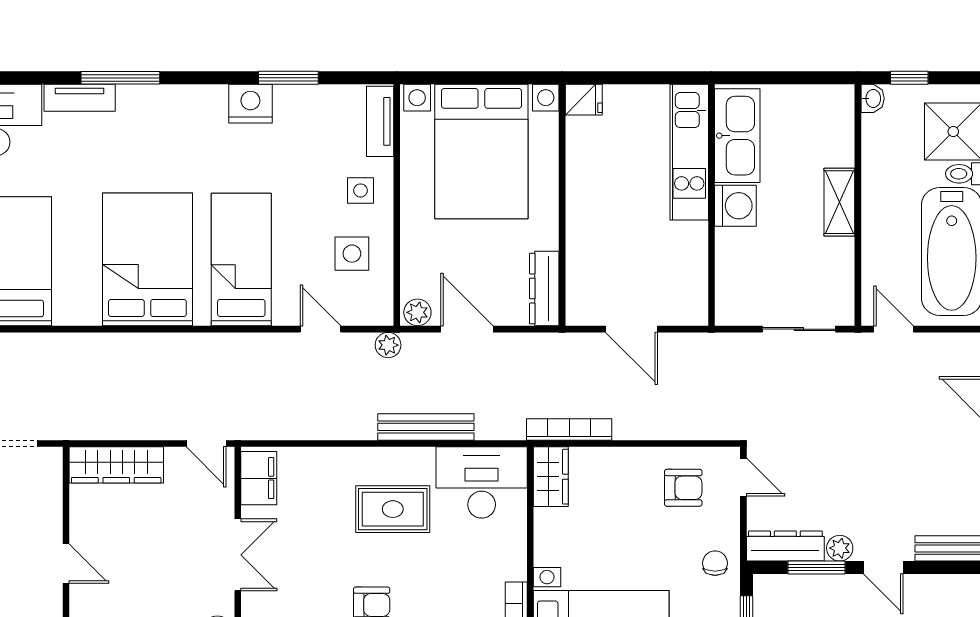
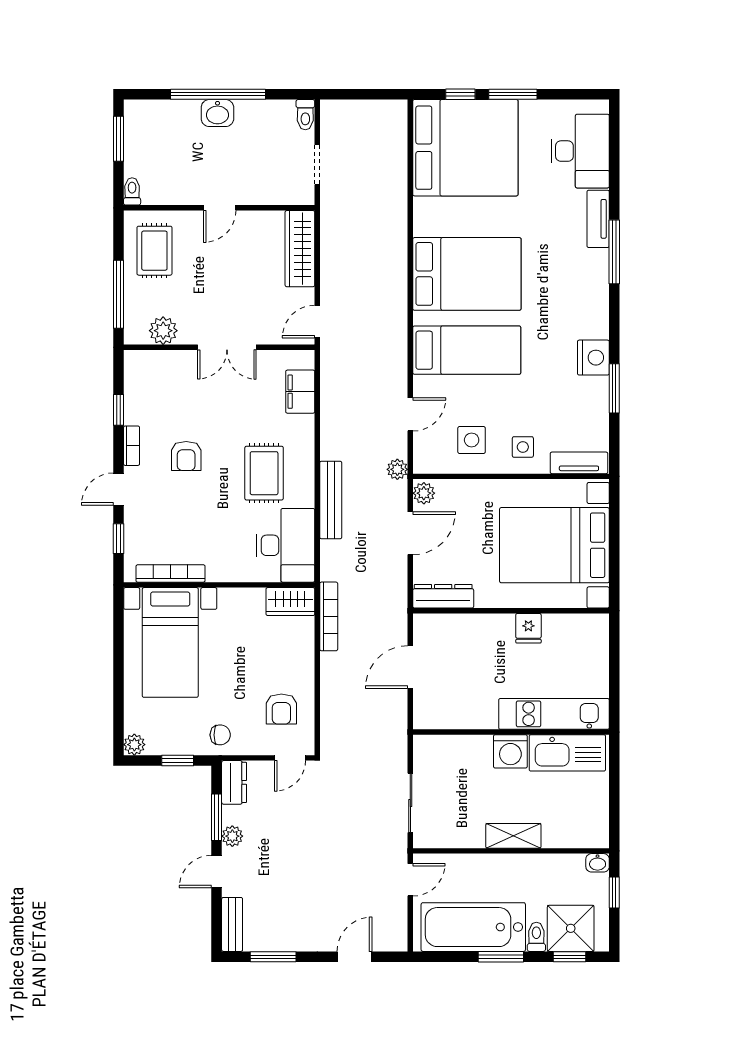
fridge: (584, 100) -> (528, 628), moved
filing cabinet: (259, 478) -> (300, 392), moved, turned 90
dresser: (785, 546) -> (234, 782), width x0.70

